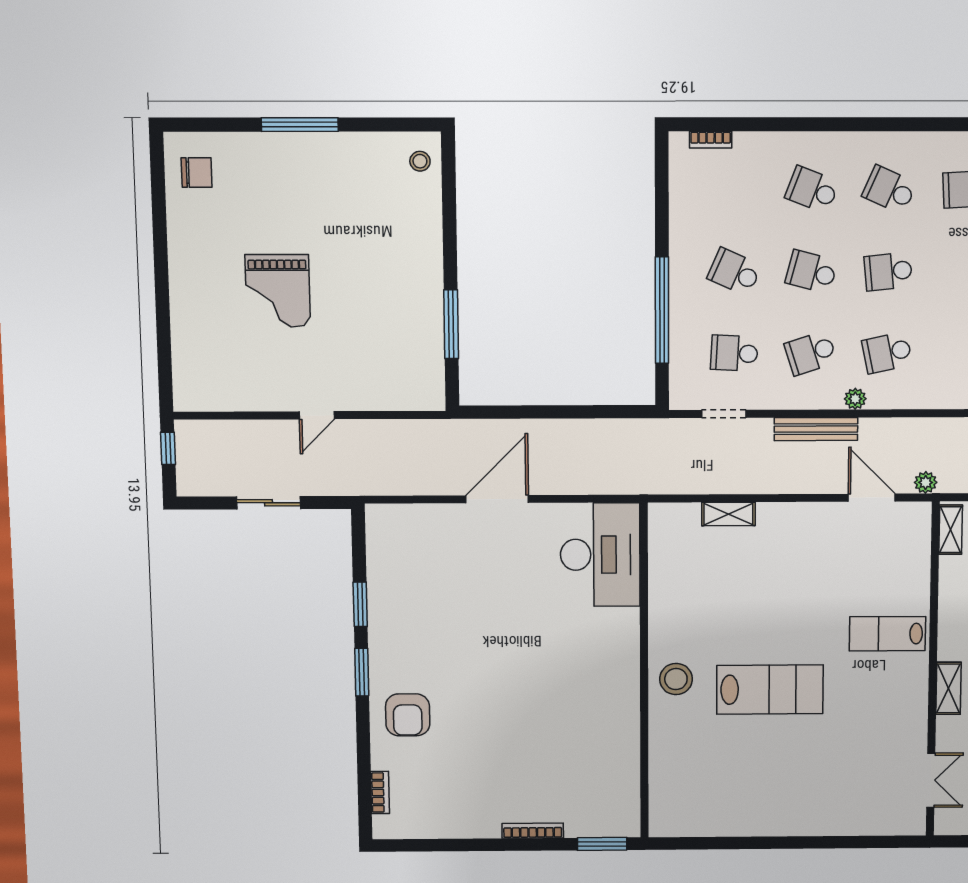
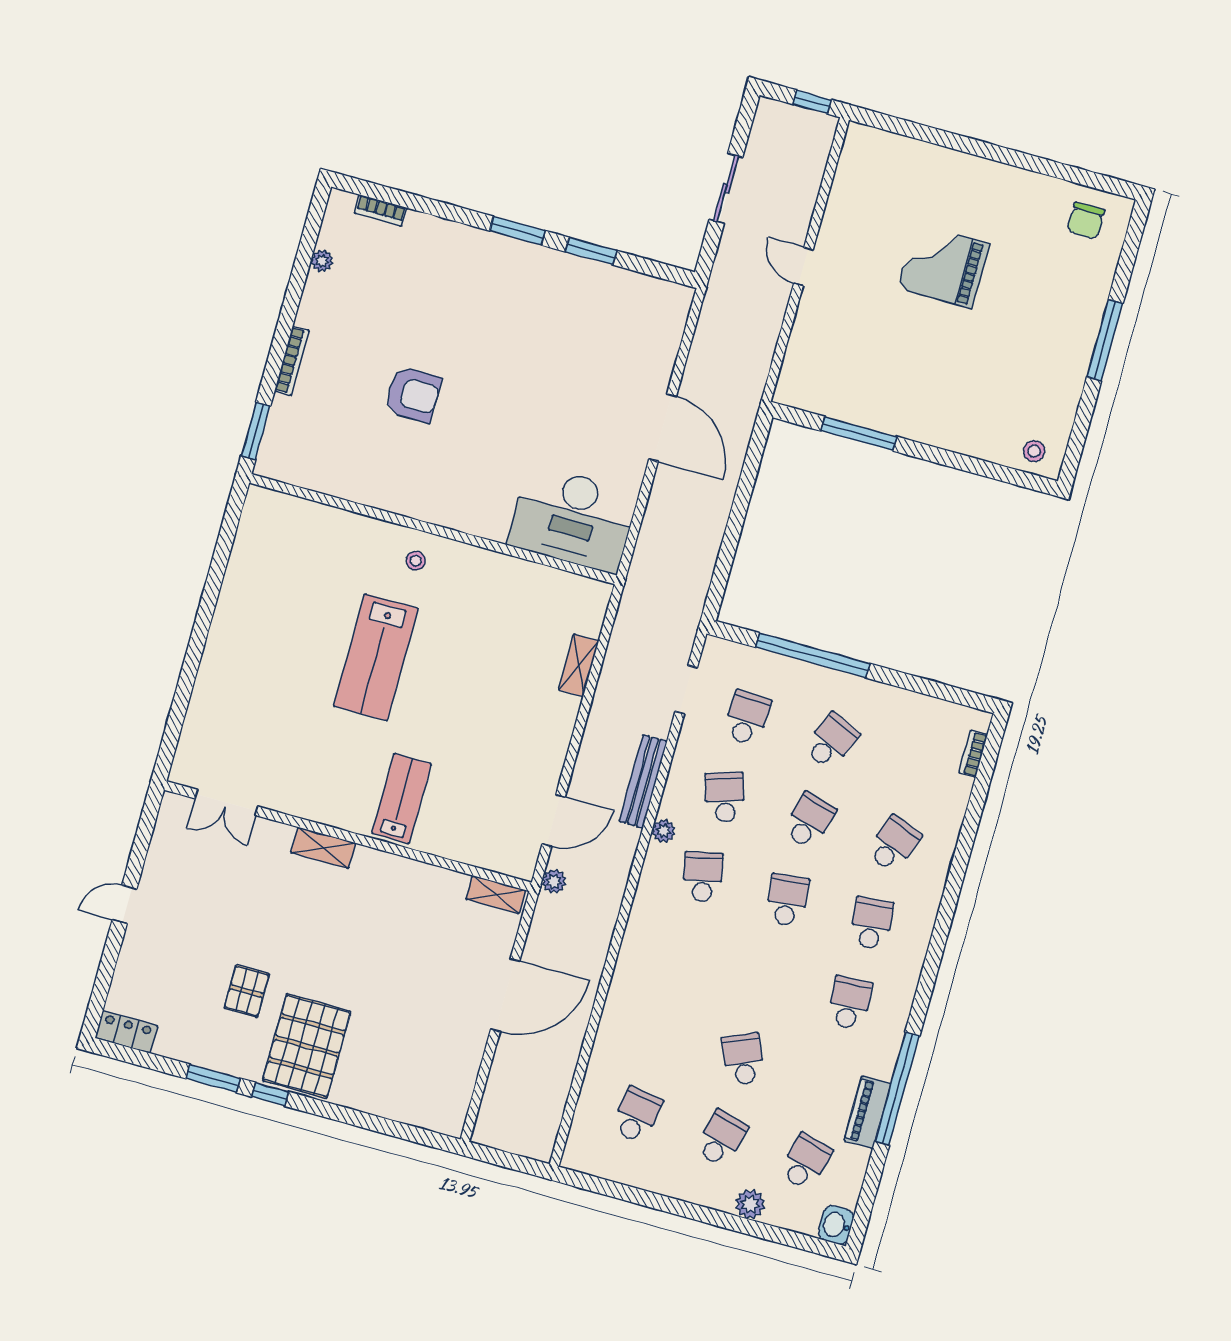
school desk: (889, 190) -> (871, 924), turned -30
stool: (676, 679) -> (416, 561), width x0.53, depth x0.53
armchair: (408, 715) -> (413, 394), moved, turned 180
plant: (439, 829) -> (322, 261), added

